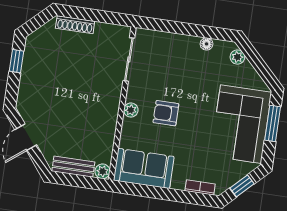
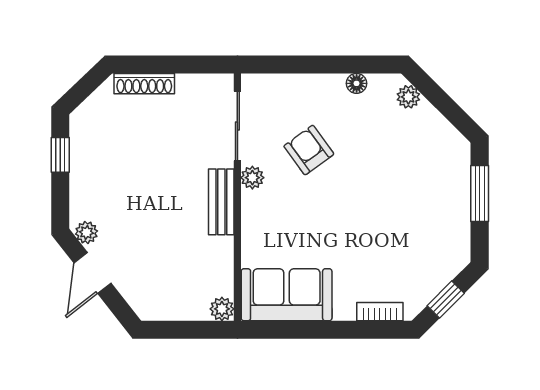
plant: (131, 110) -> (252, 178), moved
plant: (26, 112) -> (86, 232), added
armchair: (166, 113) -> (309, 150), moved, turned 54
corner sofa: (241, 124) -> (430, 202), removed
bench: (73, 167) -> (221, 202), moved, turned 90

